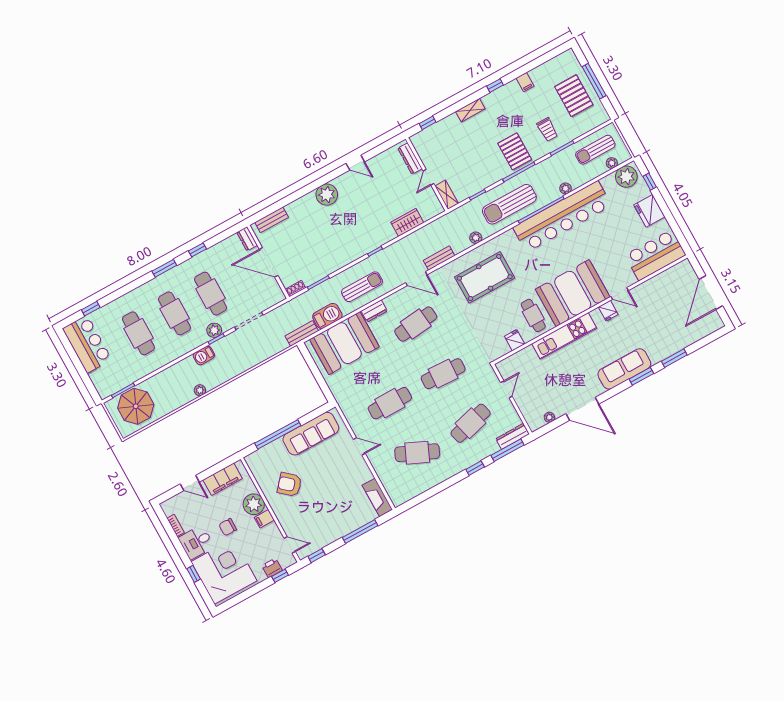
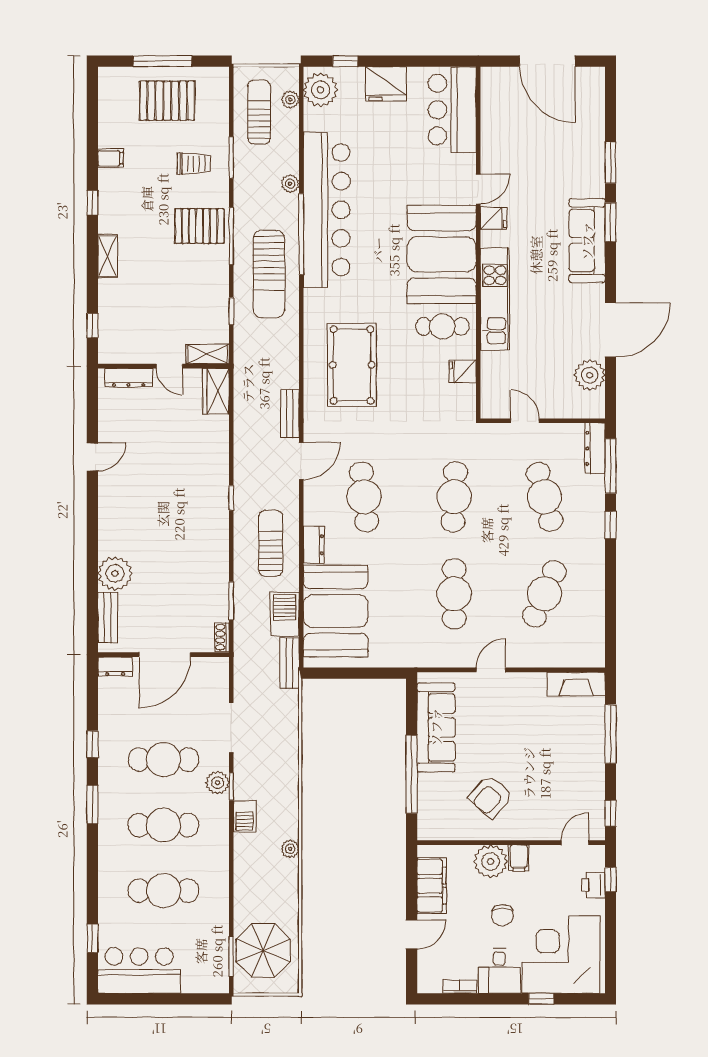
sun lounger: (595, 150) -> (259, 112), turned 180
plant: (327, 195) -> (115, 573), moved
wardrobe: (407, 222) -> (216, 391), moved
plant: (476, 238) -> (290, 347), removed
plant: (549, 417) -> (590, 375), width x1.88, depth x1.88

